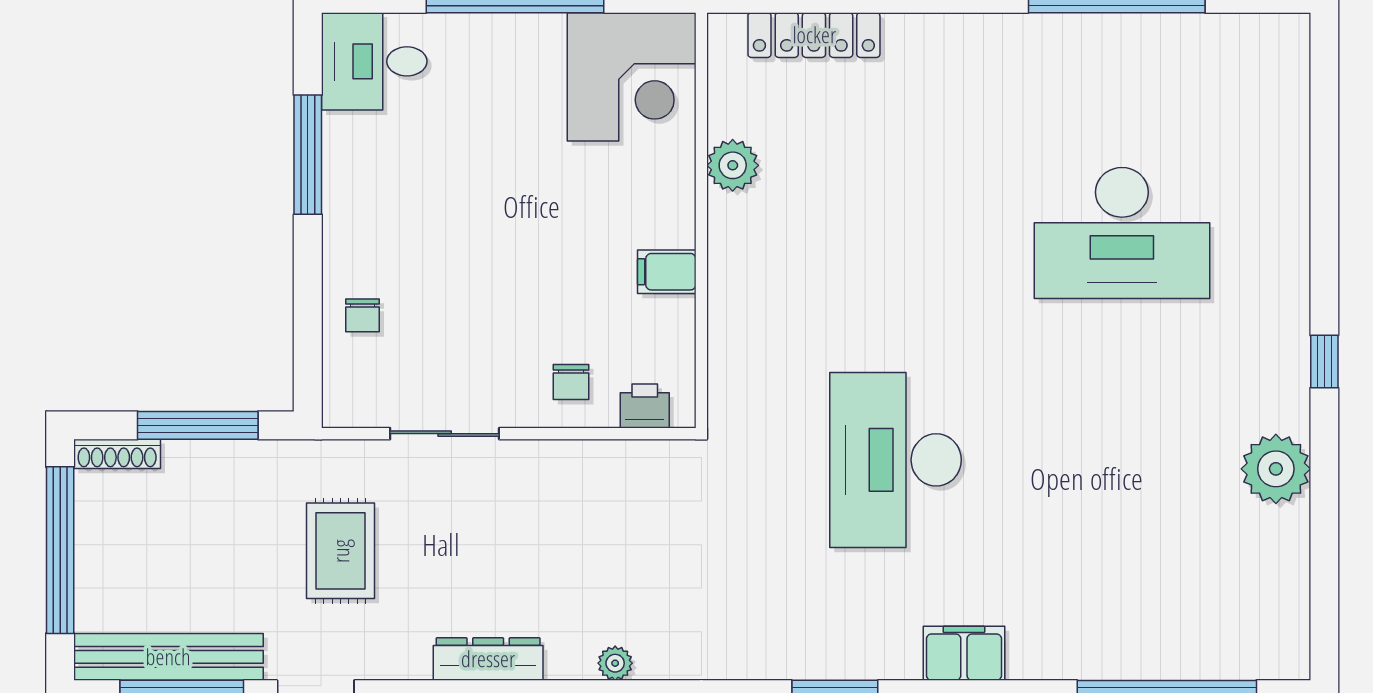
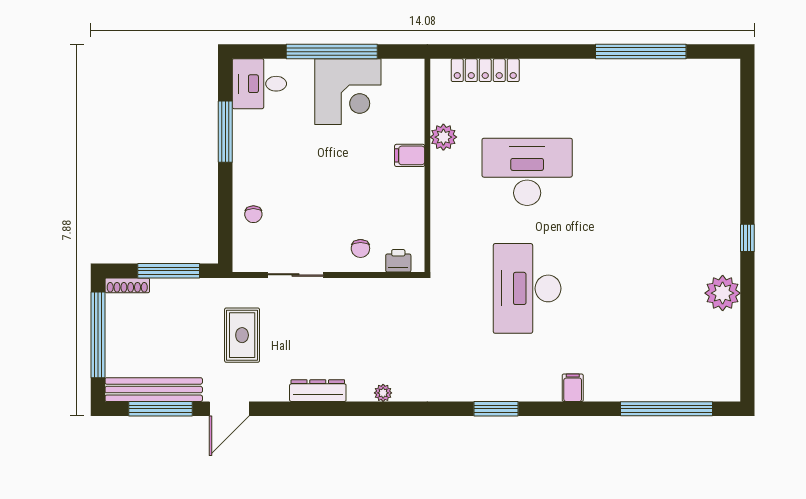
corner desk: (632, 77) -> (348, 92), moved
desk: (1122, 233) -> (527, 172), moved, turned 180
filing cabinet: (667, 272) -> (410, 155), moved
filing cabinet: (964, 653) -> (573, 388), width x0.50

